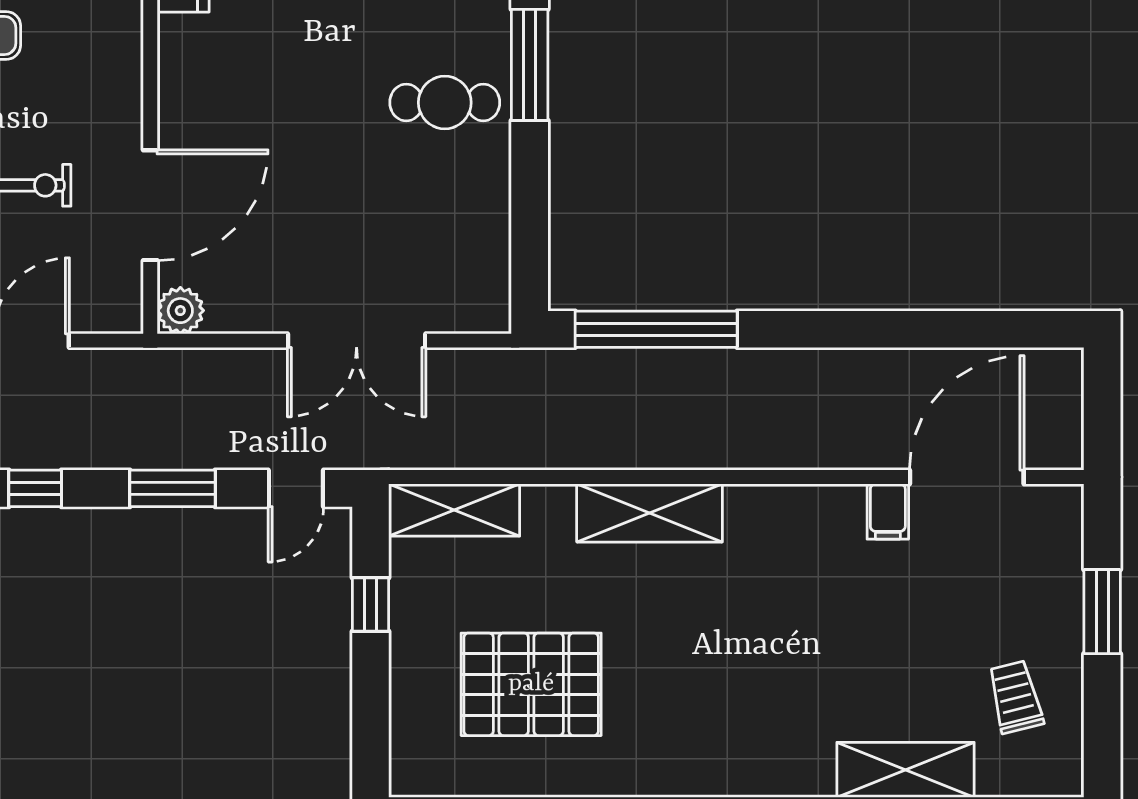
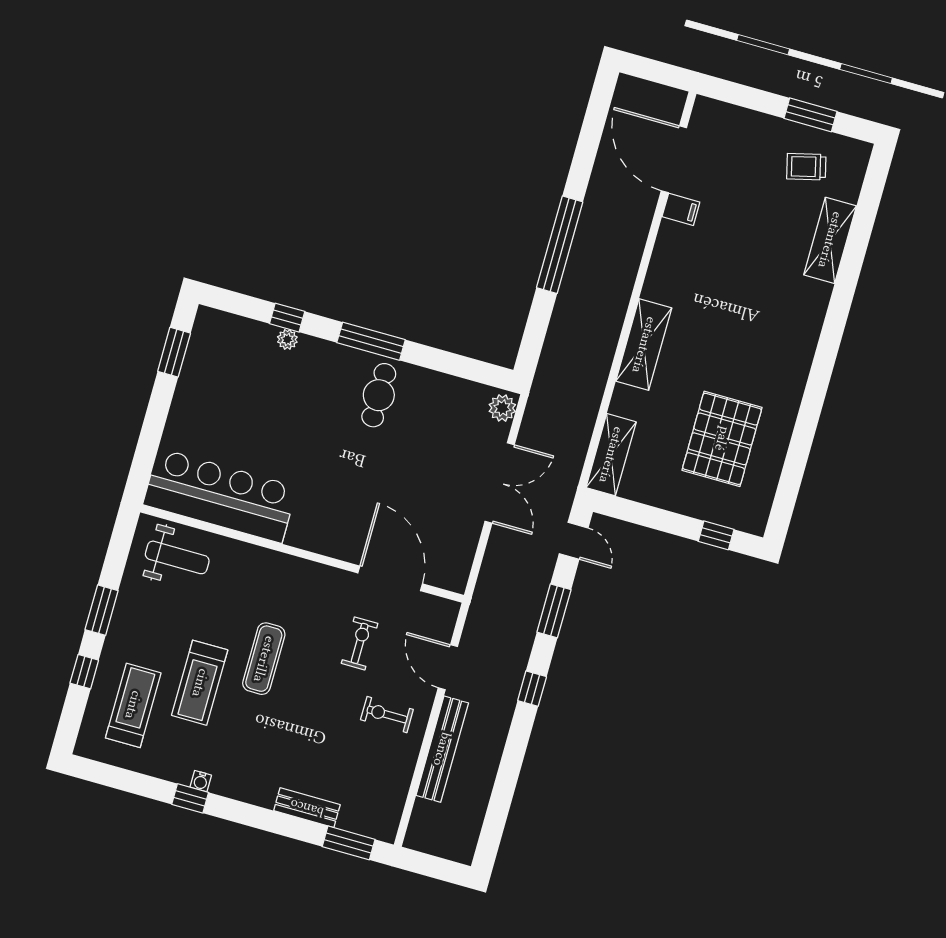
plant: (180, 311) -> (502, 408), moved
window: (656, 329) -> (560, 245), moved
window: (371, 604) -> (716, 535), moved
window: (1102, 612) -> (811, 115), moved

